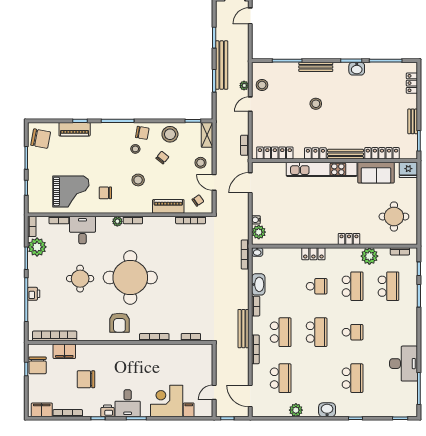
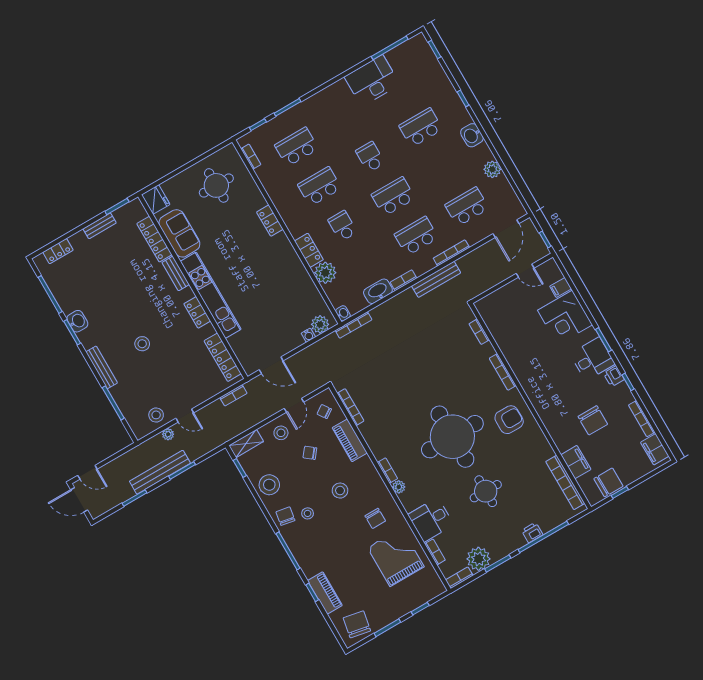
bench: (346, 154) -> (176, 274), width x0.73
chair: (162, 158) -> (310, 453), moved
plant: (369, 256) -> (325, 273), moved

